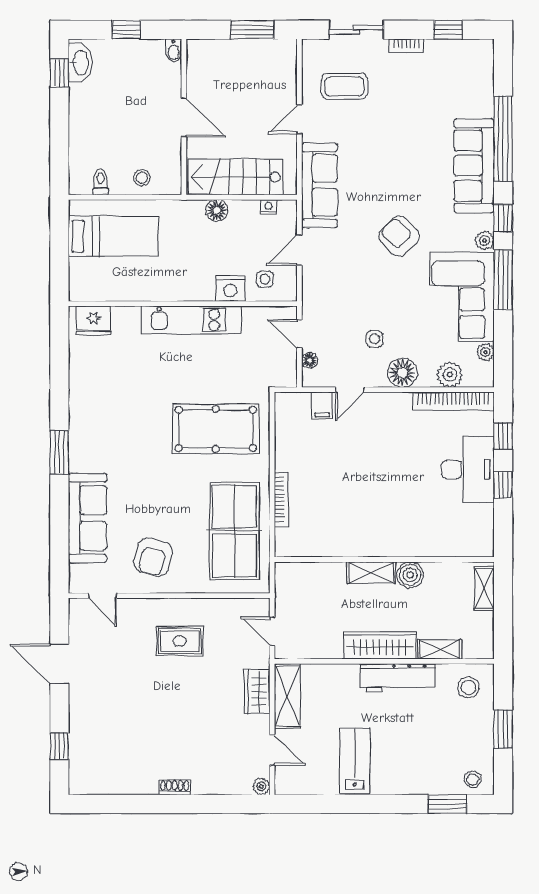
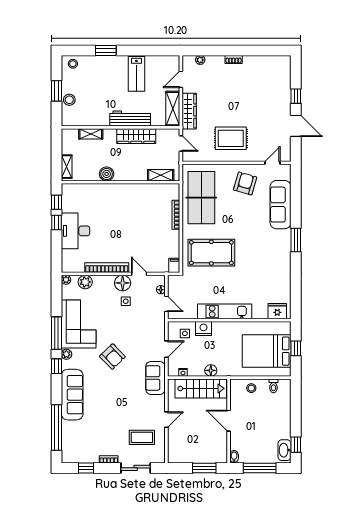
window: (126, 30) -> (260, 468), width x2.17
window: (252, 30) -> (204, 468), moved
window: (503, 139) -> (56, 427), moved
sofa: (320, 185) -> (155, 378), width x0.73
bed: (113, 236) -> (267, 351), width x1.50
window: (59, 252) -> (296, 348), added
plant: (485, 352) -> (66, 280), moved
floor lamp: (402, 373) -> (123, 283), moved
door: (350, 390) -> (139, 274), hinge flipped
bookcase: (453, 401) -> (107, 268), moved
filing cabinet: (322, 405) -> (174, 265), moved
window: (503, 436) -> (56, 202), moved
shelving: (371, 573) -> (161, 175), moved
door: (103, 596) -> (272, 163), hinge flipped
rug: (180, 641) -> (231, 138), width x1.36, depth x1.43
wardrobe: (380, 645) -> (136, 136), moved
workbench: (398, 678) -> (130, 119), moved
stool: (468, 687) -> (69, 100), moved
wardrobe: (257, 691) -> (189, 111), width x1.50
window: (59, 746) -> (296, 96), moved
door: (272, 750) -> (181, 79), hinge flipped
plant: (261, 786) -> (200, 60), moved
window: (447, 804) -> (106, 50), moved

